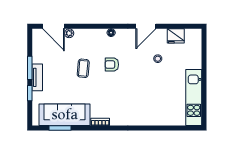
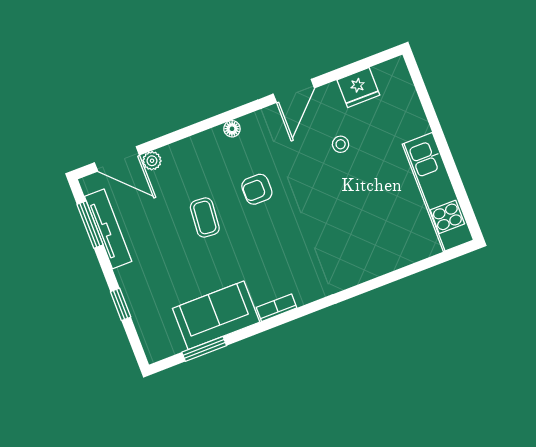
window: (30, 68) -> (90, 225), moved
tv unit: (37, 77) -> (108, 229), moved, width x1.41
sofa: (65, 115) -> (216, 315), width x0.73

